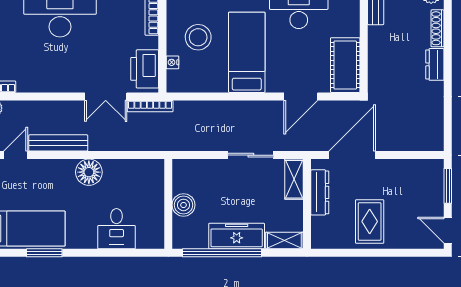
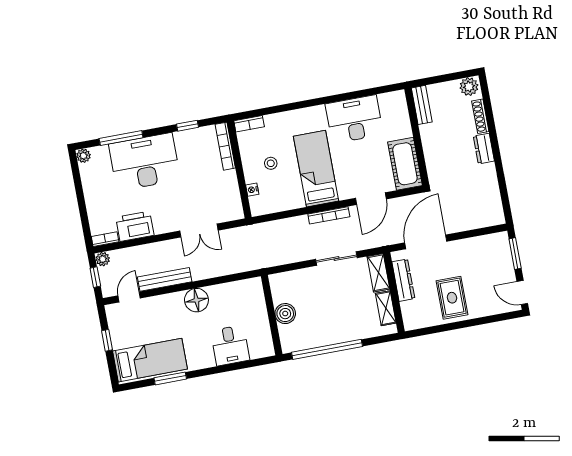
stool: (198, 37) -> (271, 163), width x0.53, depth x0.53
printer: (145, 69) -> (135, 226), moved, turned 90
bookcase: (150, 106) -> (329, 215), moved
freezer: (237, 236) -> (337, 332), removed
shelving: (284, 241) -> (386, 308), moved, turned 90

